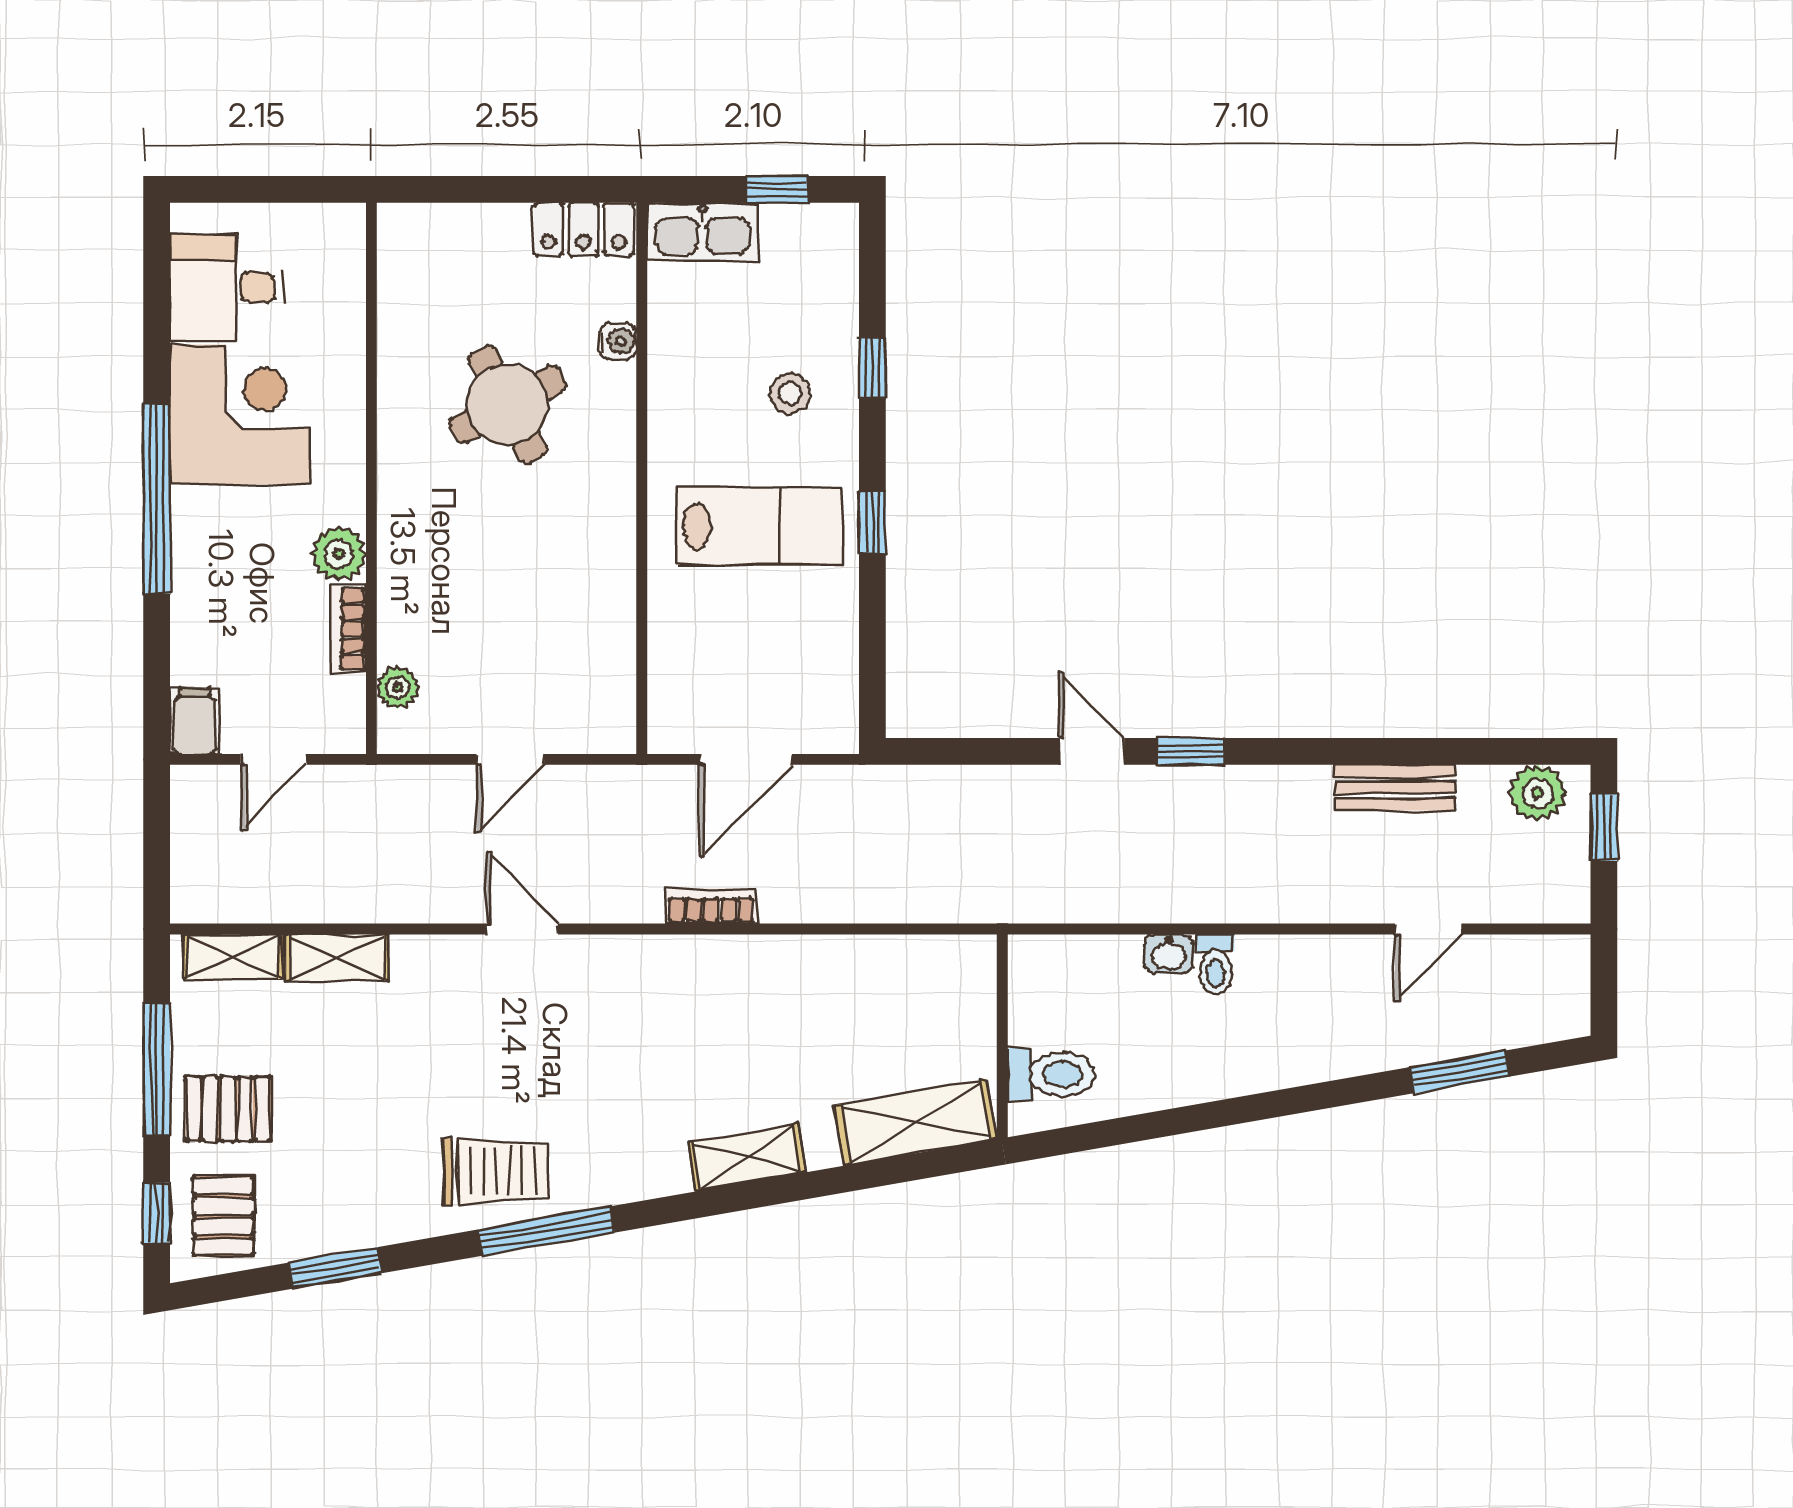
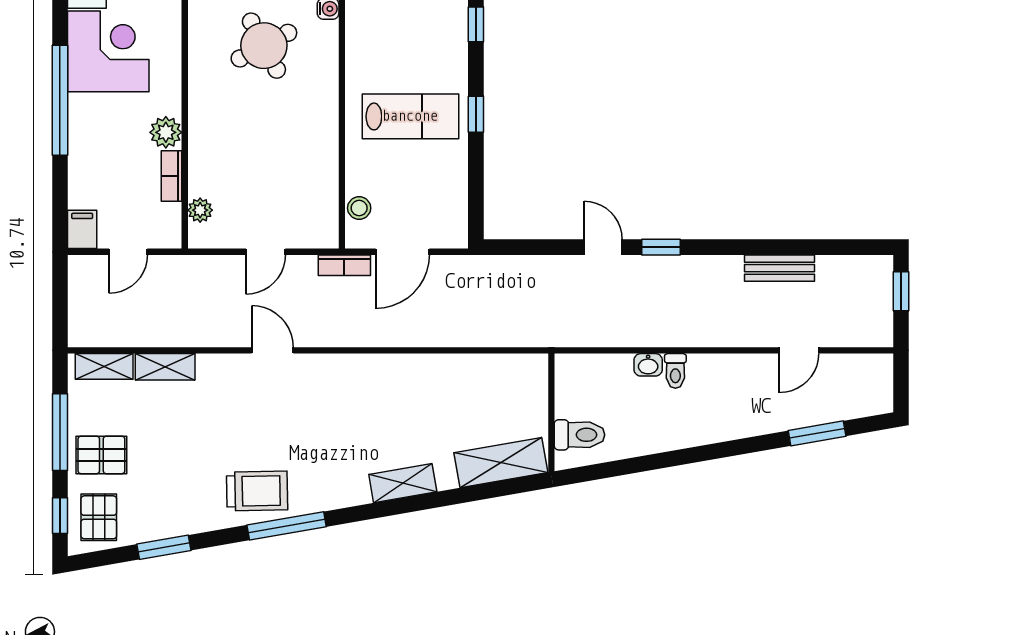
stool: (790, 393) -> (359, 208), moved
plant: (1538, 793) -> (862, 271), removed
bookcase: (711, 906) -> (344, 265), moved, turned 180

